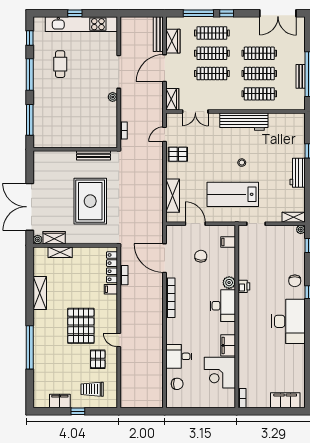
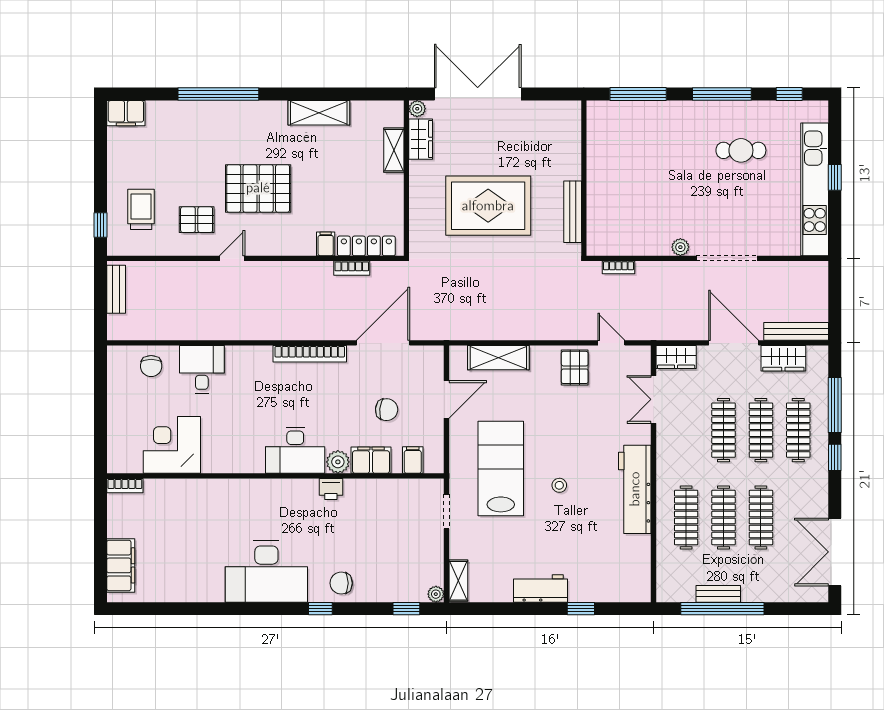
filing cabinet: (228, 345) -> (371, 460), moved
filing cabinet: (60, 401) -> (126, 113), moved, turned 90
bench: (136, 403) -> (116, 289), added
window: (78, 411) -> (101, 225), moved

